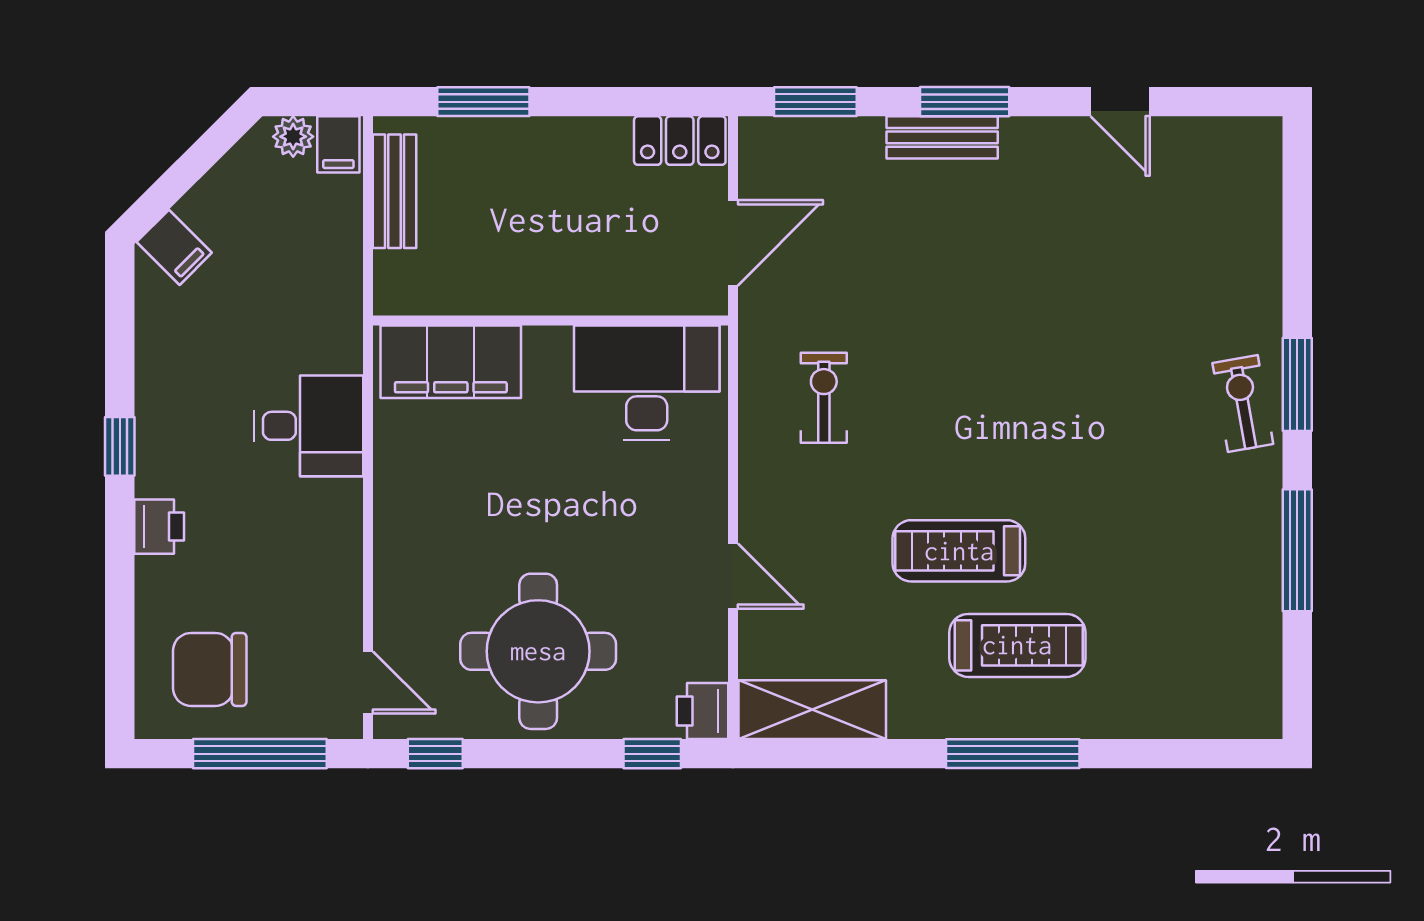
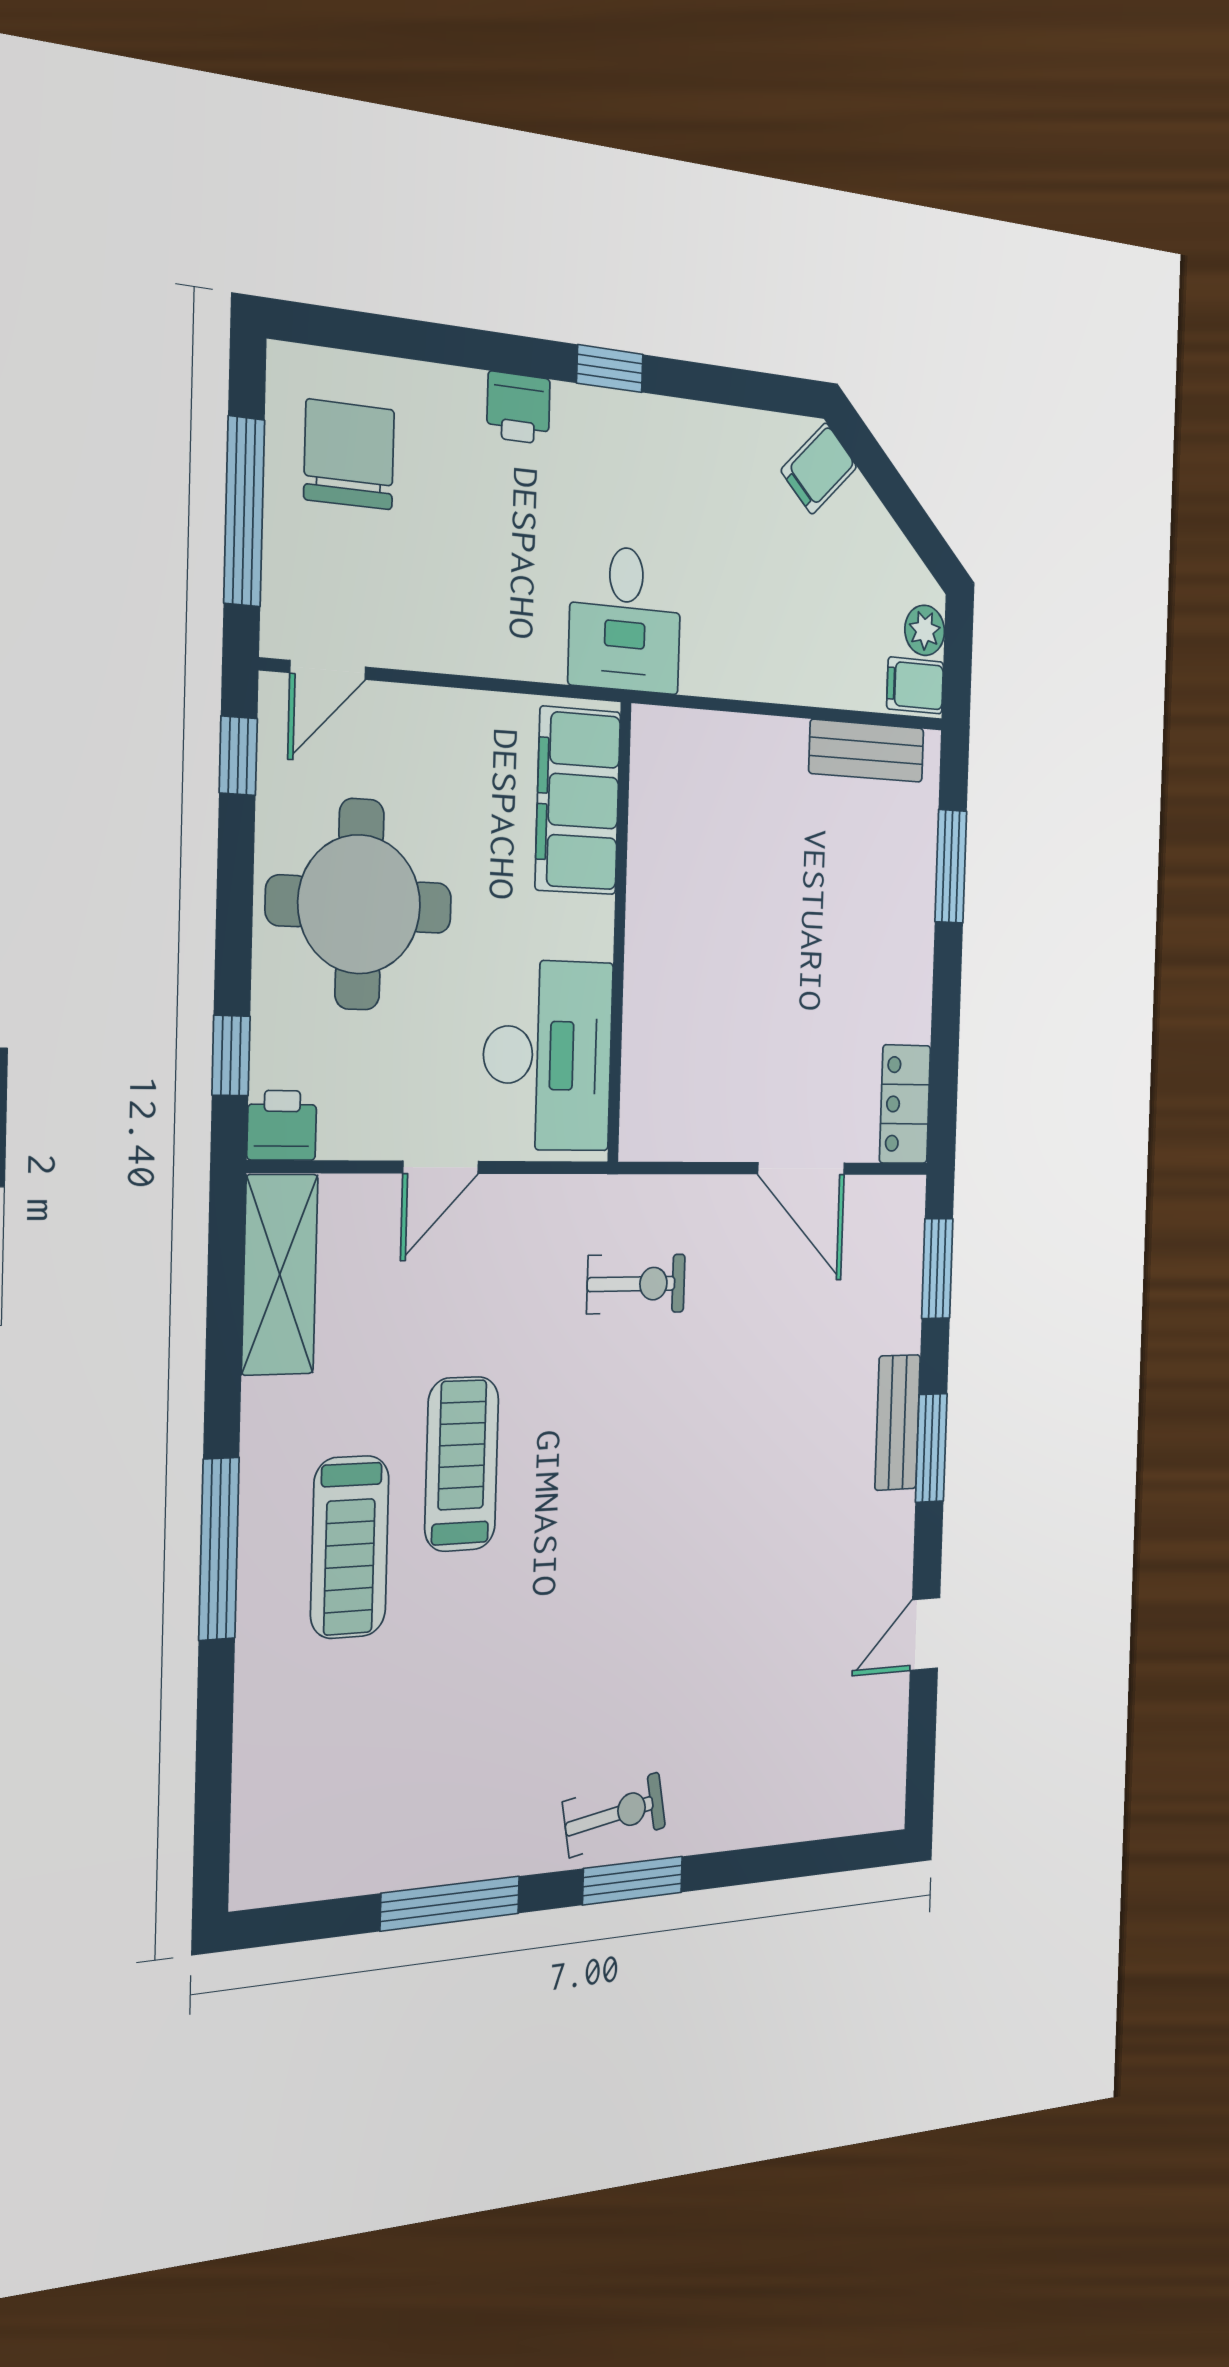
wall: (550, 321) -> (619, 933), moved
filing cabinet: (451, 362) -> (578, 801), moved
desk: (647, 382) -> (548, 1055), moved

